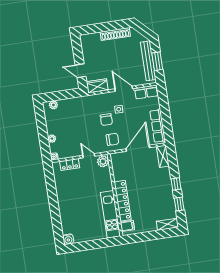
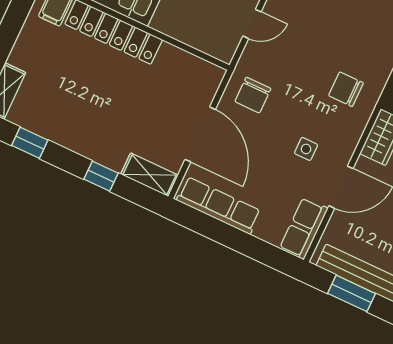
chair: (106, 120) -> (346, 89), moved
plant: (103, 161) -> (221, 45), removed
window: (176, 184) -> (101, 176), moved

